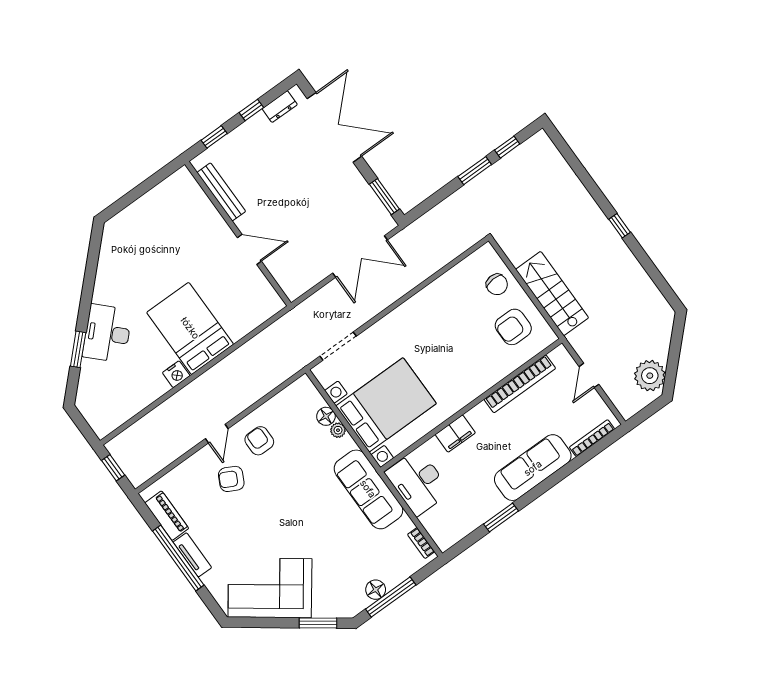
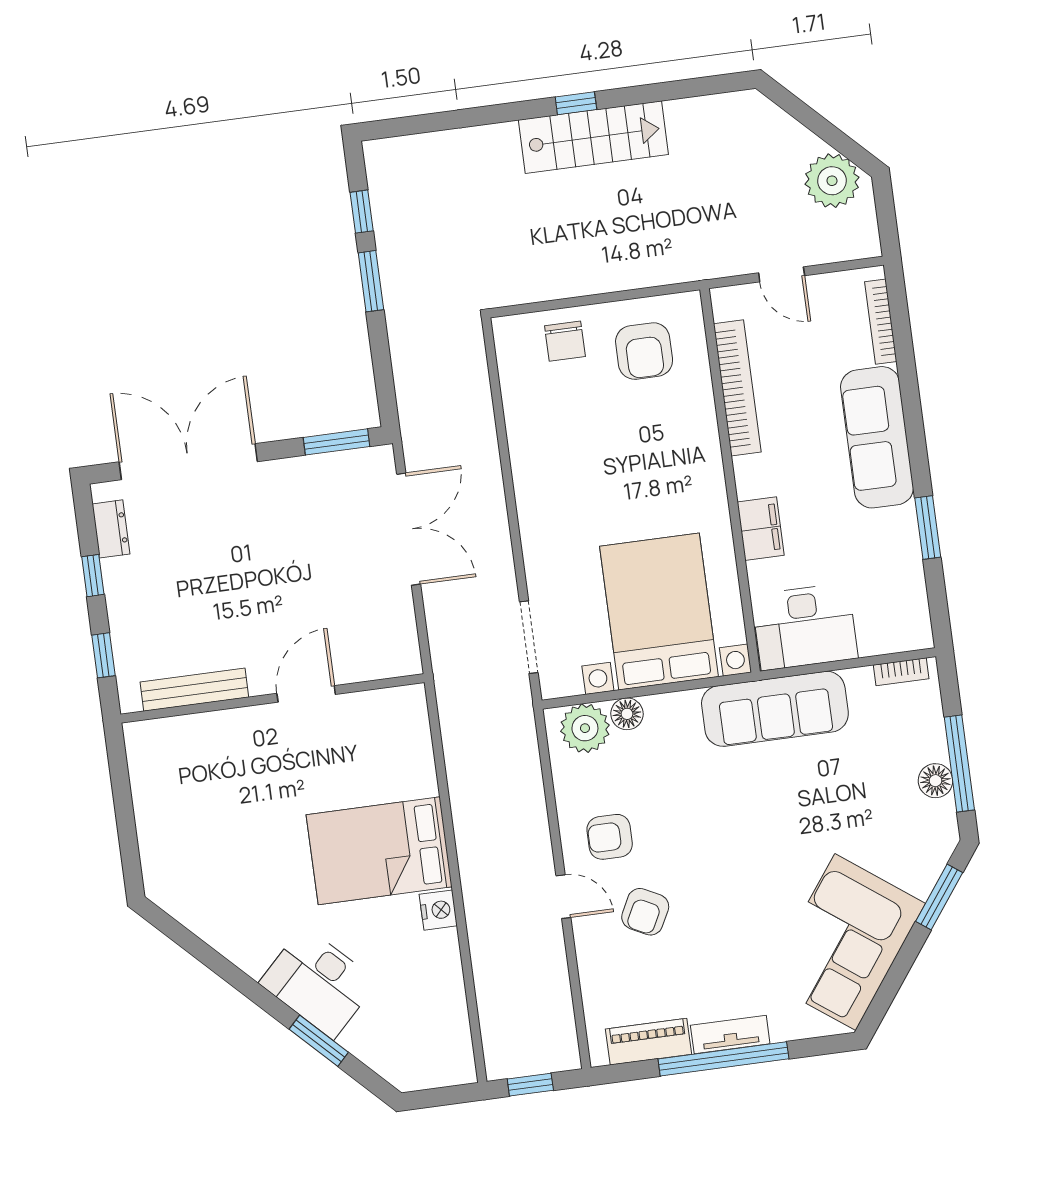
chair: (497, 284) -> (565, 341), turned 94
stairs: (552, 294) -> (593, 137), moved, turned 180
plant: (338, 430) -> (585, 728), moved, width x1.87, depth x1.87

